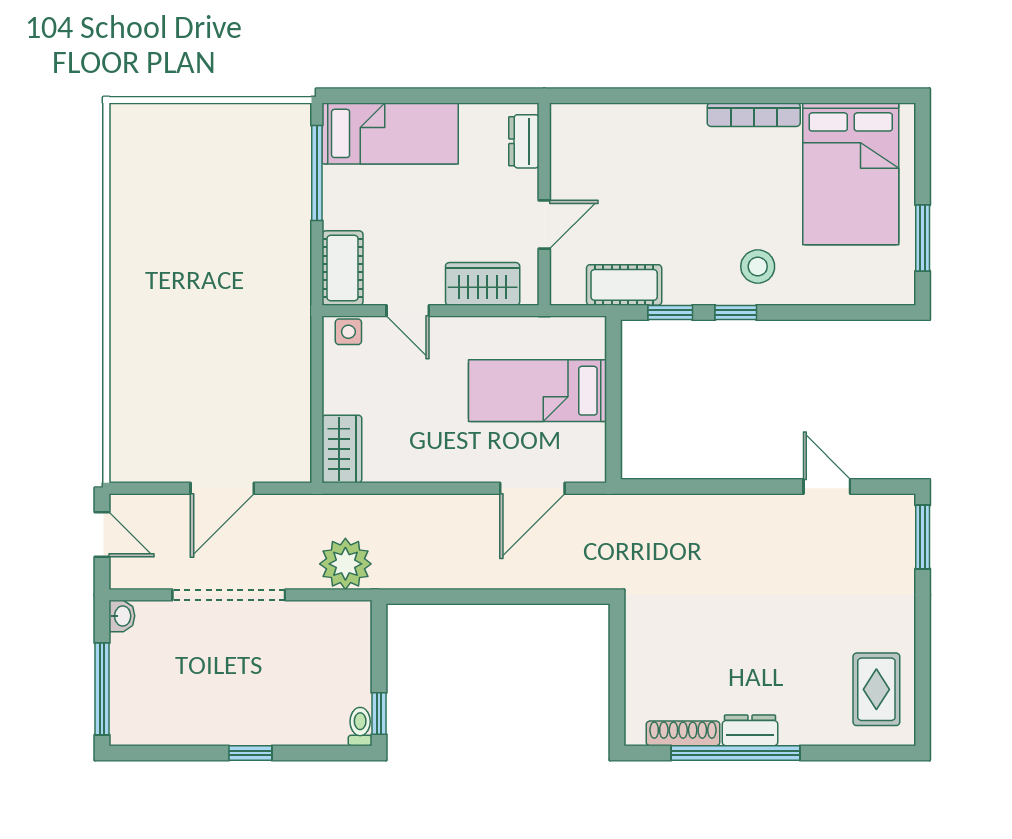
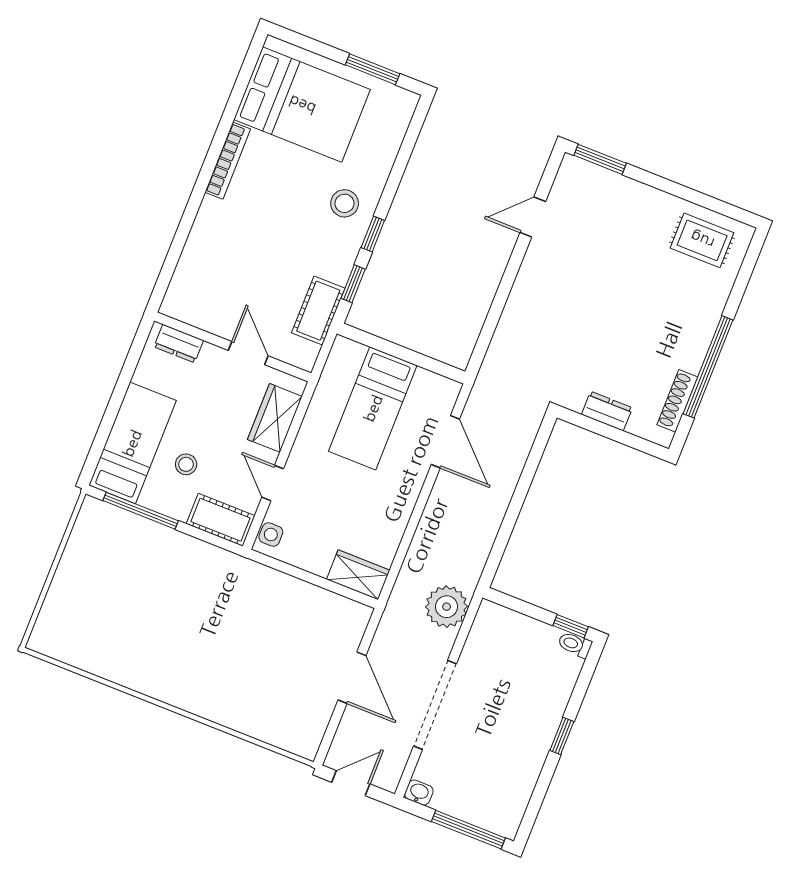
stool: (390, 204) -> (186, 464), added
door: (408, 311) -> (273, 483), swing flipped
dresser: (750, 730) -> (607, 411), moved, turned 90

